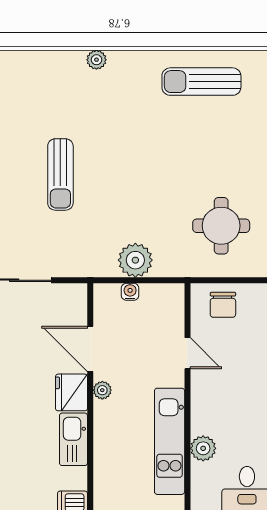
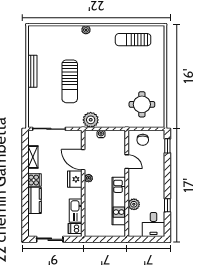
sun lounger: (60, 174) -> (70, 81), width x1.36, depth x1.34
plant: (135, 260) -> (91, 120), moved
kitchen sink: (73, 439) -> (76, 211), moved

